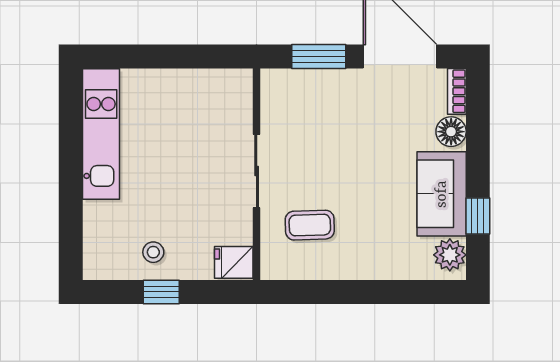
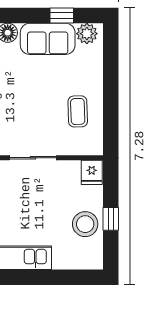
coffee table: (310, 225) -> (78, 111), moved
stool: (153, 252) -> (85, 224), width x1.89, depth x1.89

